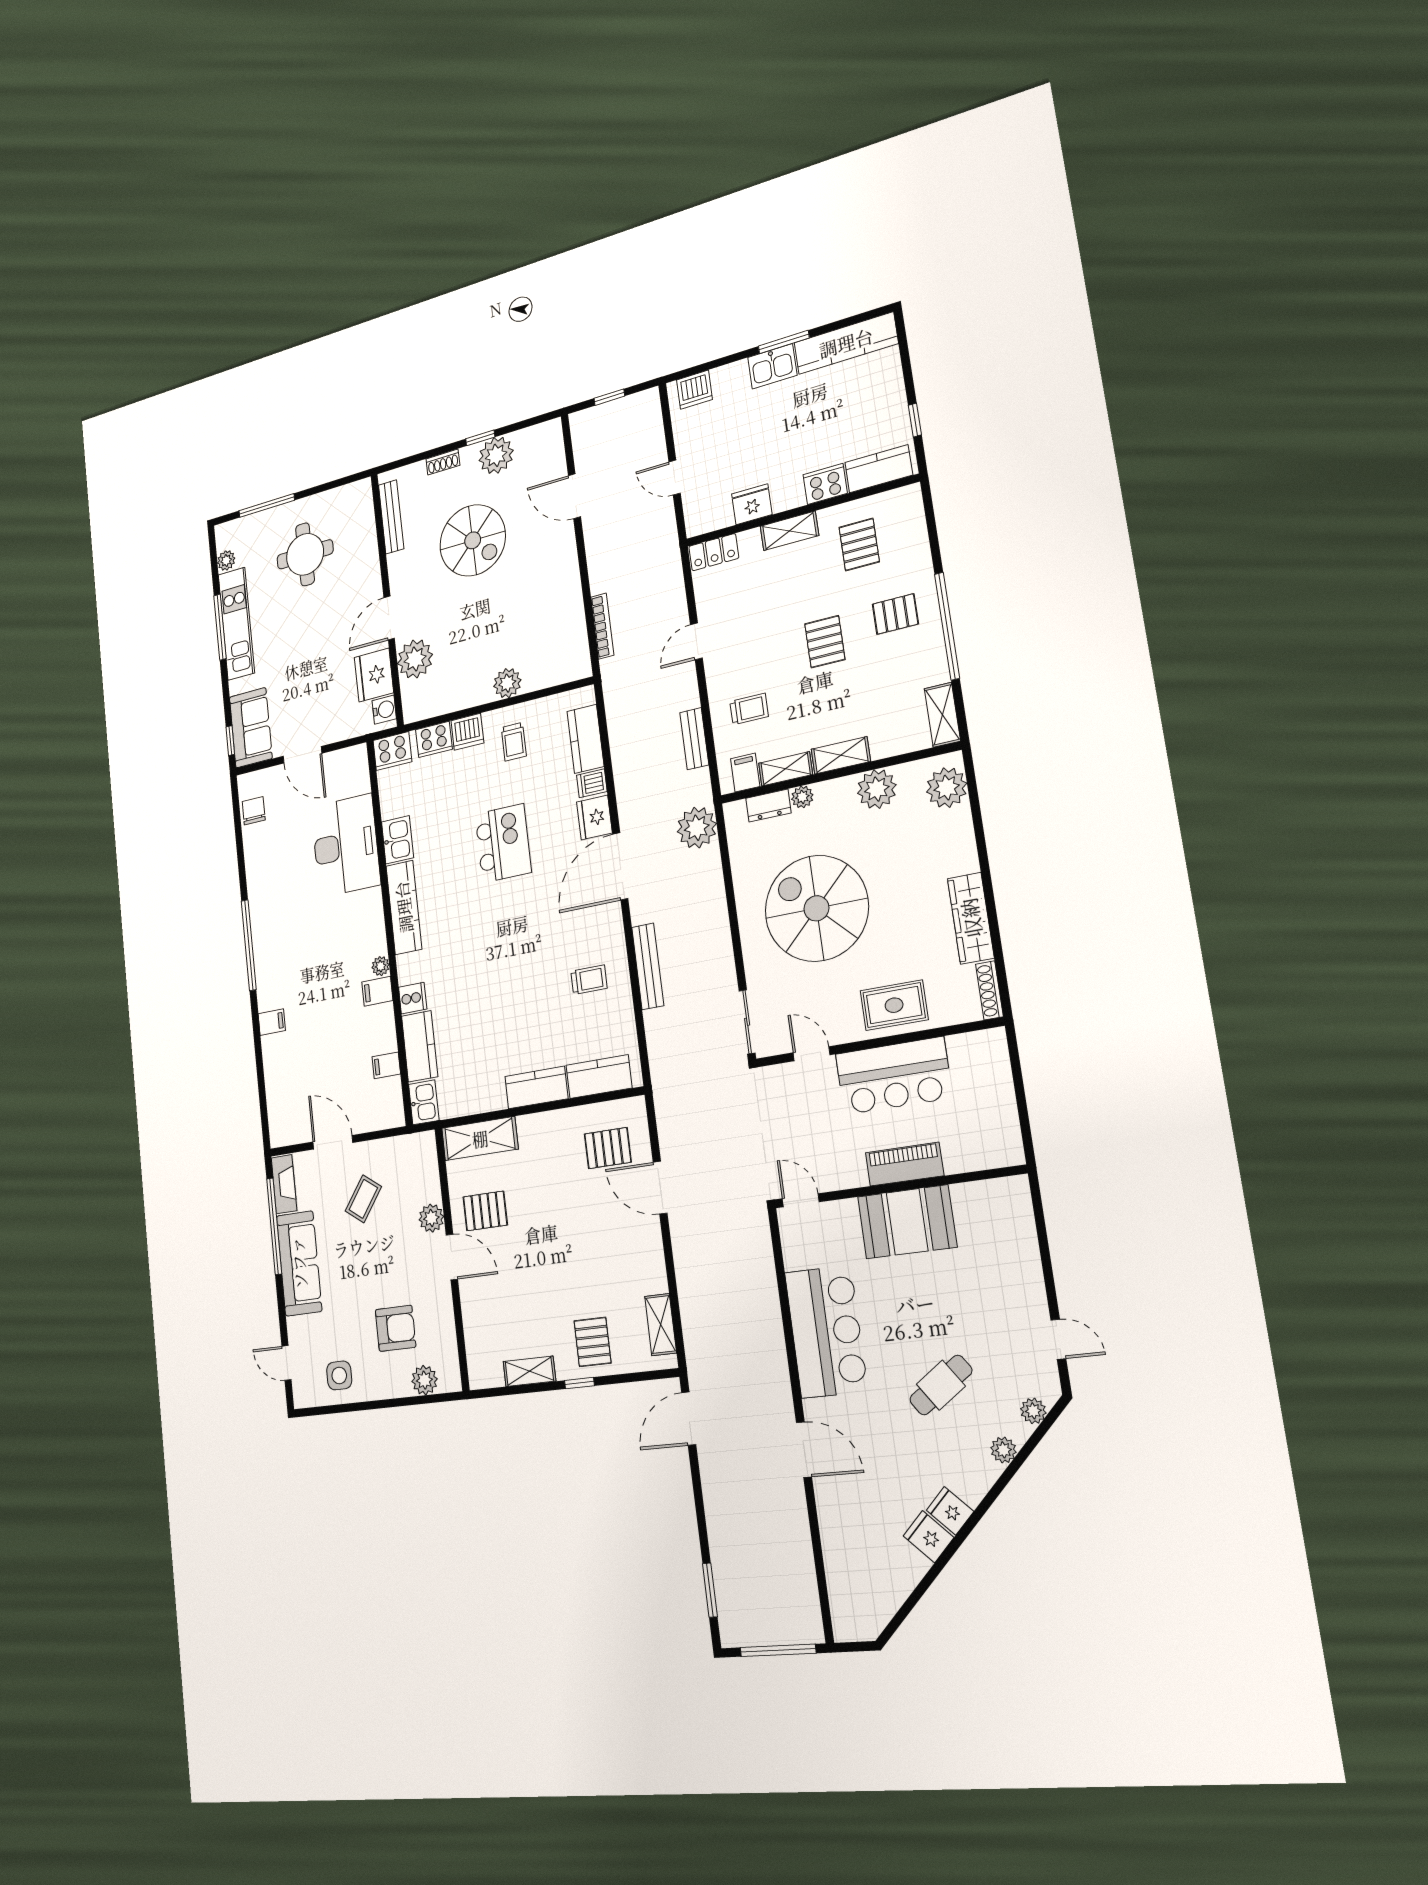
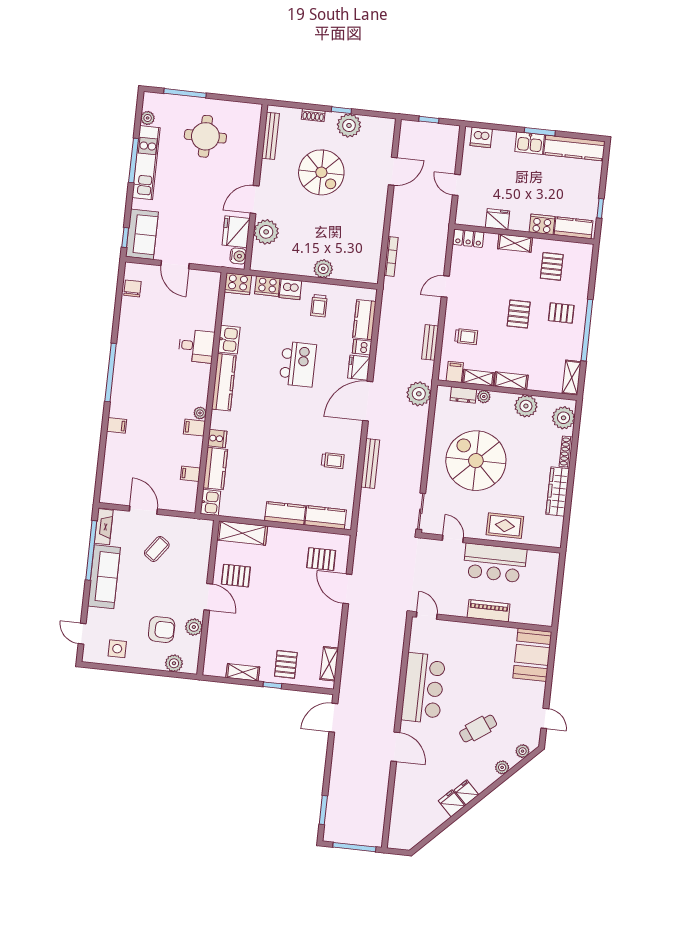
door: (574, 496) -> (393, 171), swing flipped
desk: (346, 846) -> (196, 346), width x0.53, depth x0.77
shoe rack: (989, 990) -> (566, 452), moved
plant: (431, 1218) -> (194, 627), moved
booth: (907, 1222) -> (532, 655), moved, turned 90

